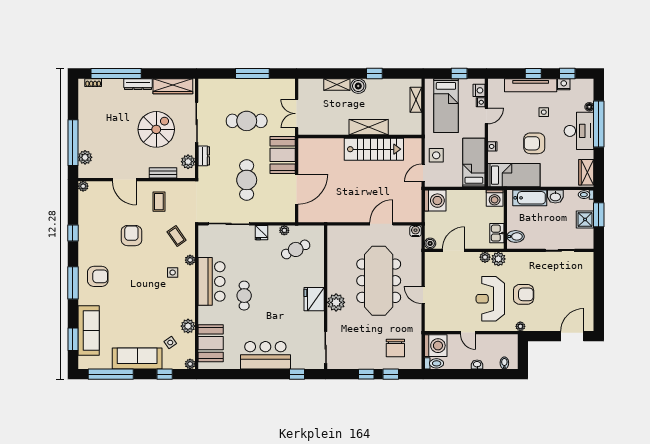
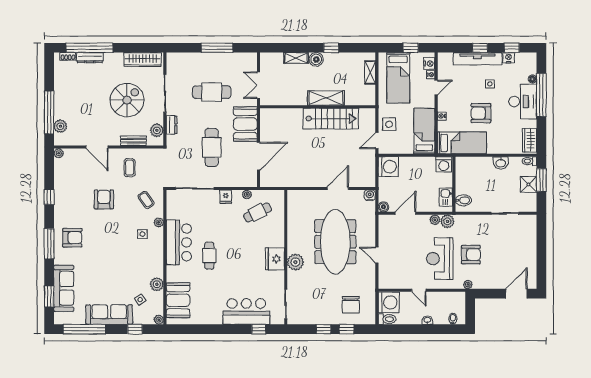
dresser: (138, 84) -> (90, 58), moved
bathtub: (530, 198) -> (477, 164), removed
bar counter: (265, 355) -> (246, 311), moved

